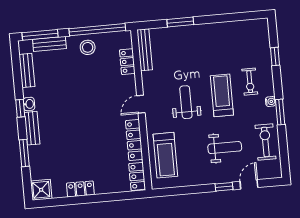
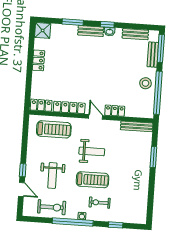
locker: (127, 62) -> (115, 111), moved
window: (280, 112) -> (73, 222), width x2.11
treadmill: (165, 155) -> (54, 129), turned 180

